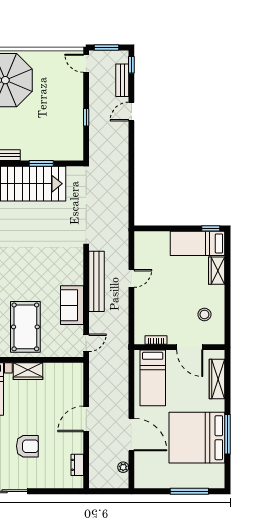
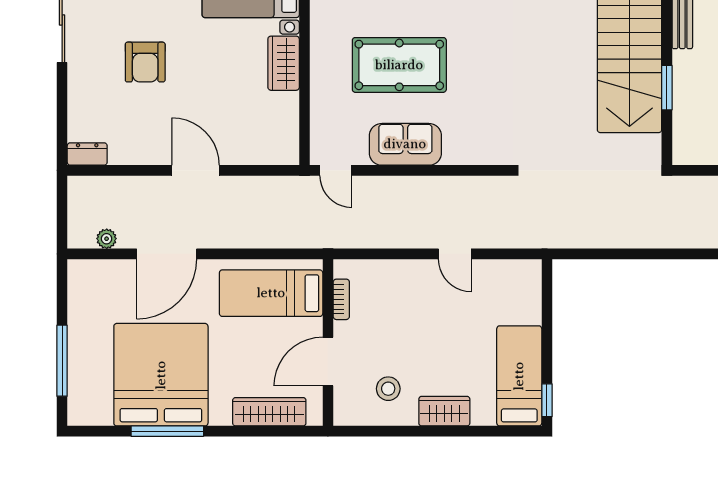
wardrobe: (217, 271) -> (444, 411), moved
bench: (97, 281) -> (449, 190), removed
pool table: (25, 327) -> (399, 65), moved
dresser: (77, 465) -> (87, 154), moved

